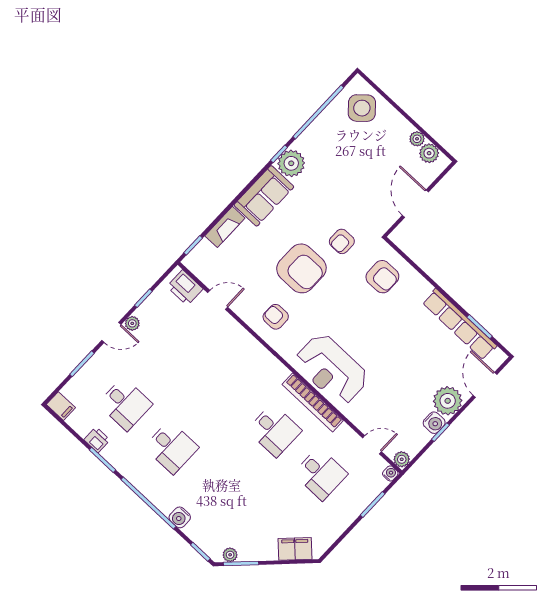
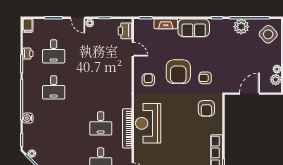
plant: (291, 163) -> (241, 27), moved

